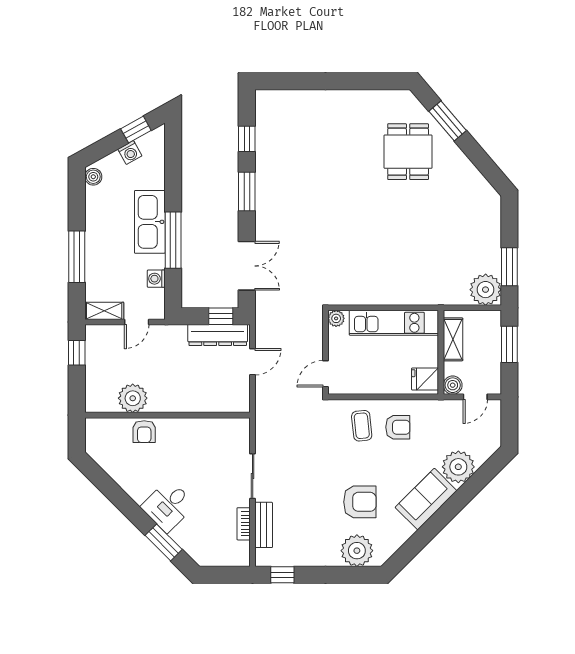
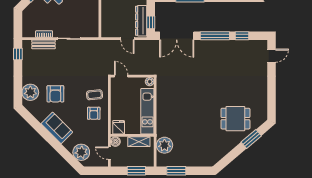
door: (286, 81) -> (272, 56), added
window: (247, 192) -> (215, 36), width x1.44
double door: (247, 266) -> (177, 36), width x1.37
plant: (486, 290) -> (164, 145), moved
plant: (458, 467) -> (81, 152), moved

